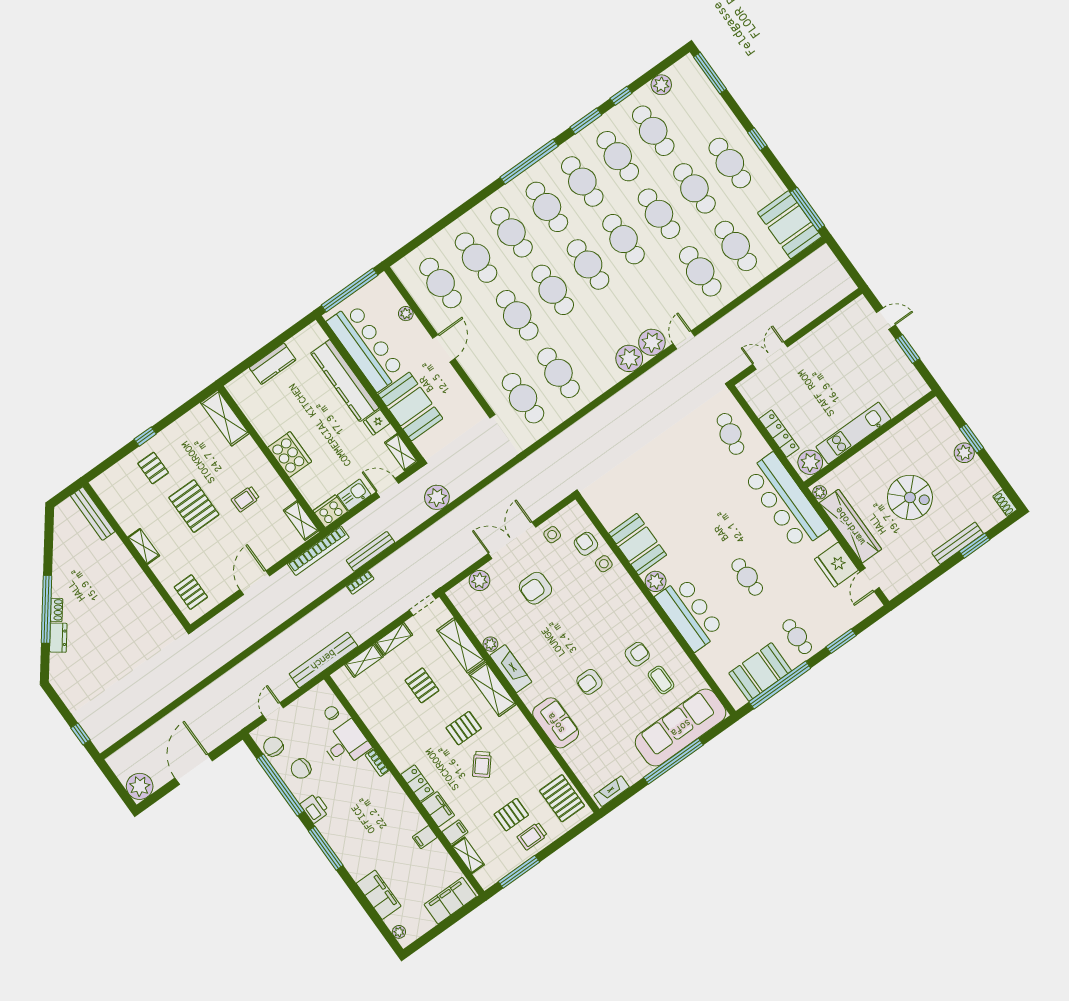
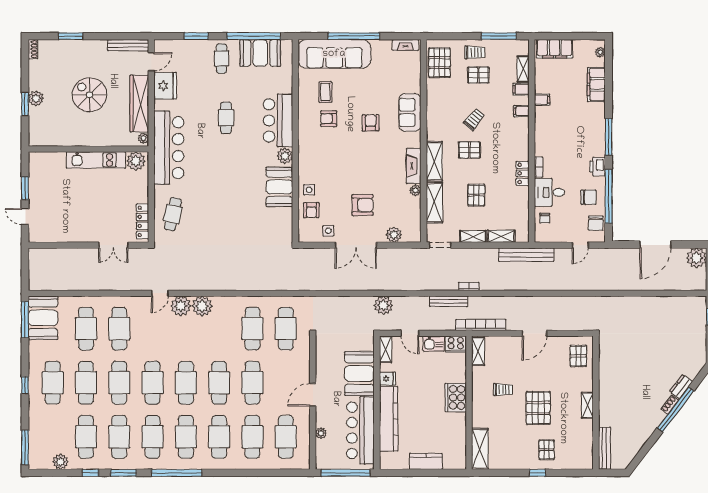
locker: (779, 434) -> (142, 221), moved
bench: (958, 543) -> (128, 45), moved
armchair: (589, 682) -> (371, 123), turned -90
locker: (417, 783) -> (523, 173), moved
filing cabinet: (438, 809) -> (521, 111), width x0.50

